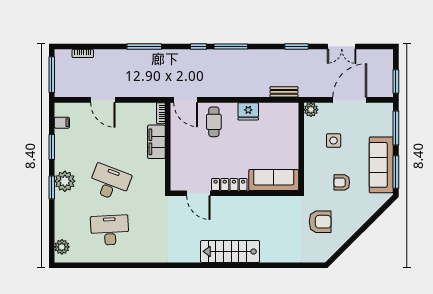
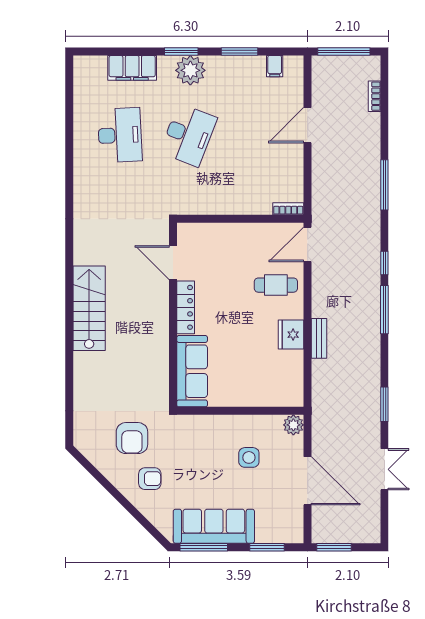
double door: (342, 46) -> (384, 469), swing flipped
bench: (284, 92) -> (319, 338), moved
window: (396, 128) -> (267, 547), width x0.69
filing cabinet: (156, 142) -> (132, 68), moved, turned 180
armchair: (342, 182) -> (150, 479), moved, turned 90
door: (198, 193) -> (173, 263), hinge flipped
plant: (62, 247) -> (96, 66), removed

